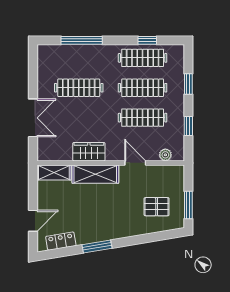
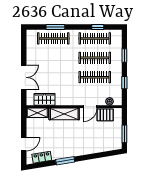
window: (82, 40) -> (55, 27), width x0.69
clothes rail: (79, 88) -> (53, 38), moved
wardrobe: (89, 152) -> (44, 99), moved
door: (135, 163) -> (90, 107), swing flipped
pallet: (157, 207) -> (105, 115), moved

